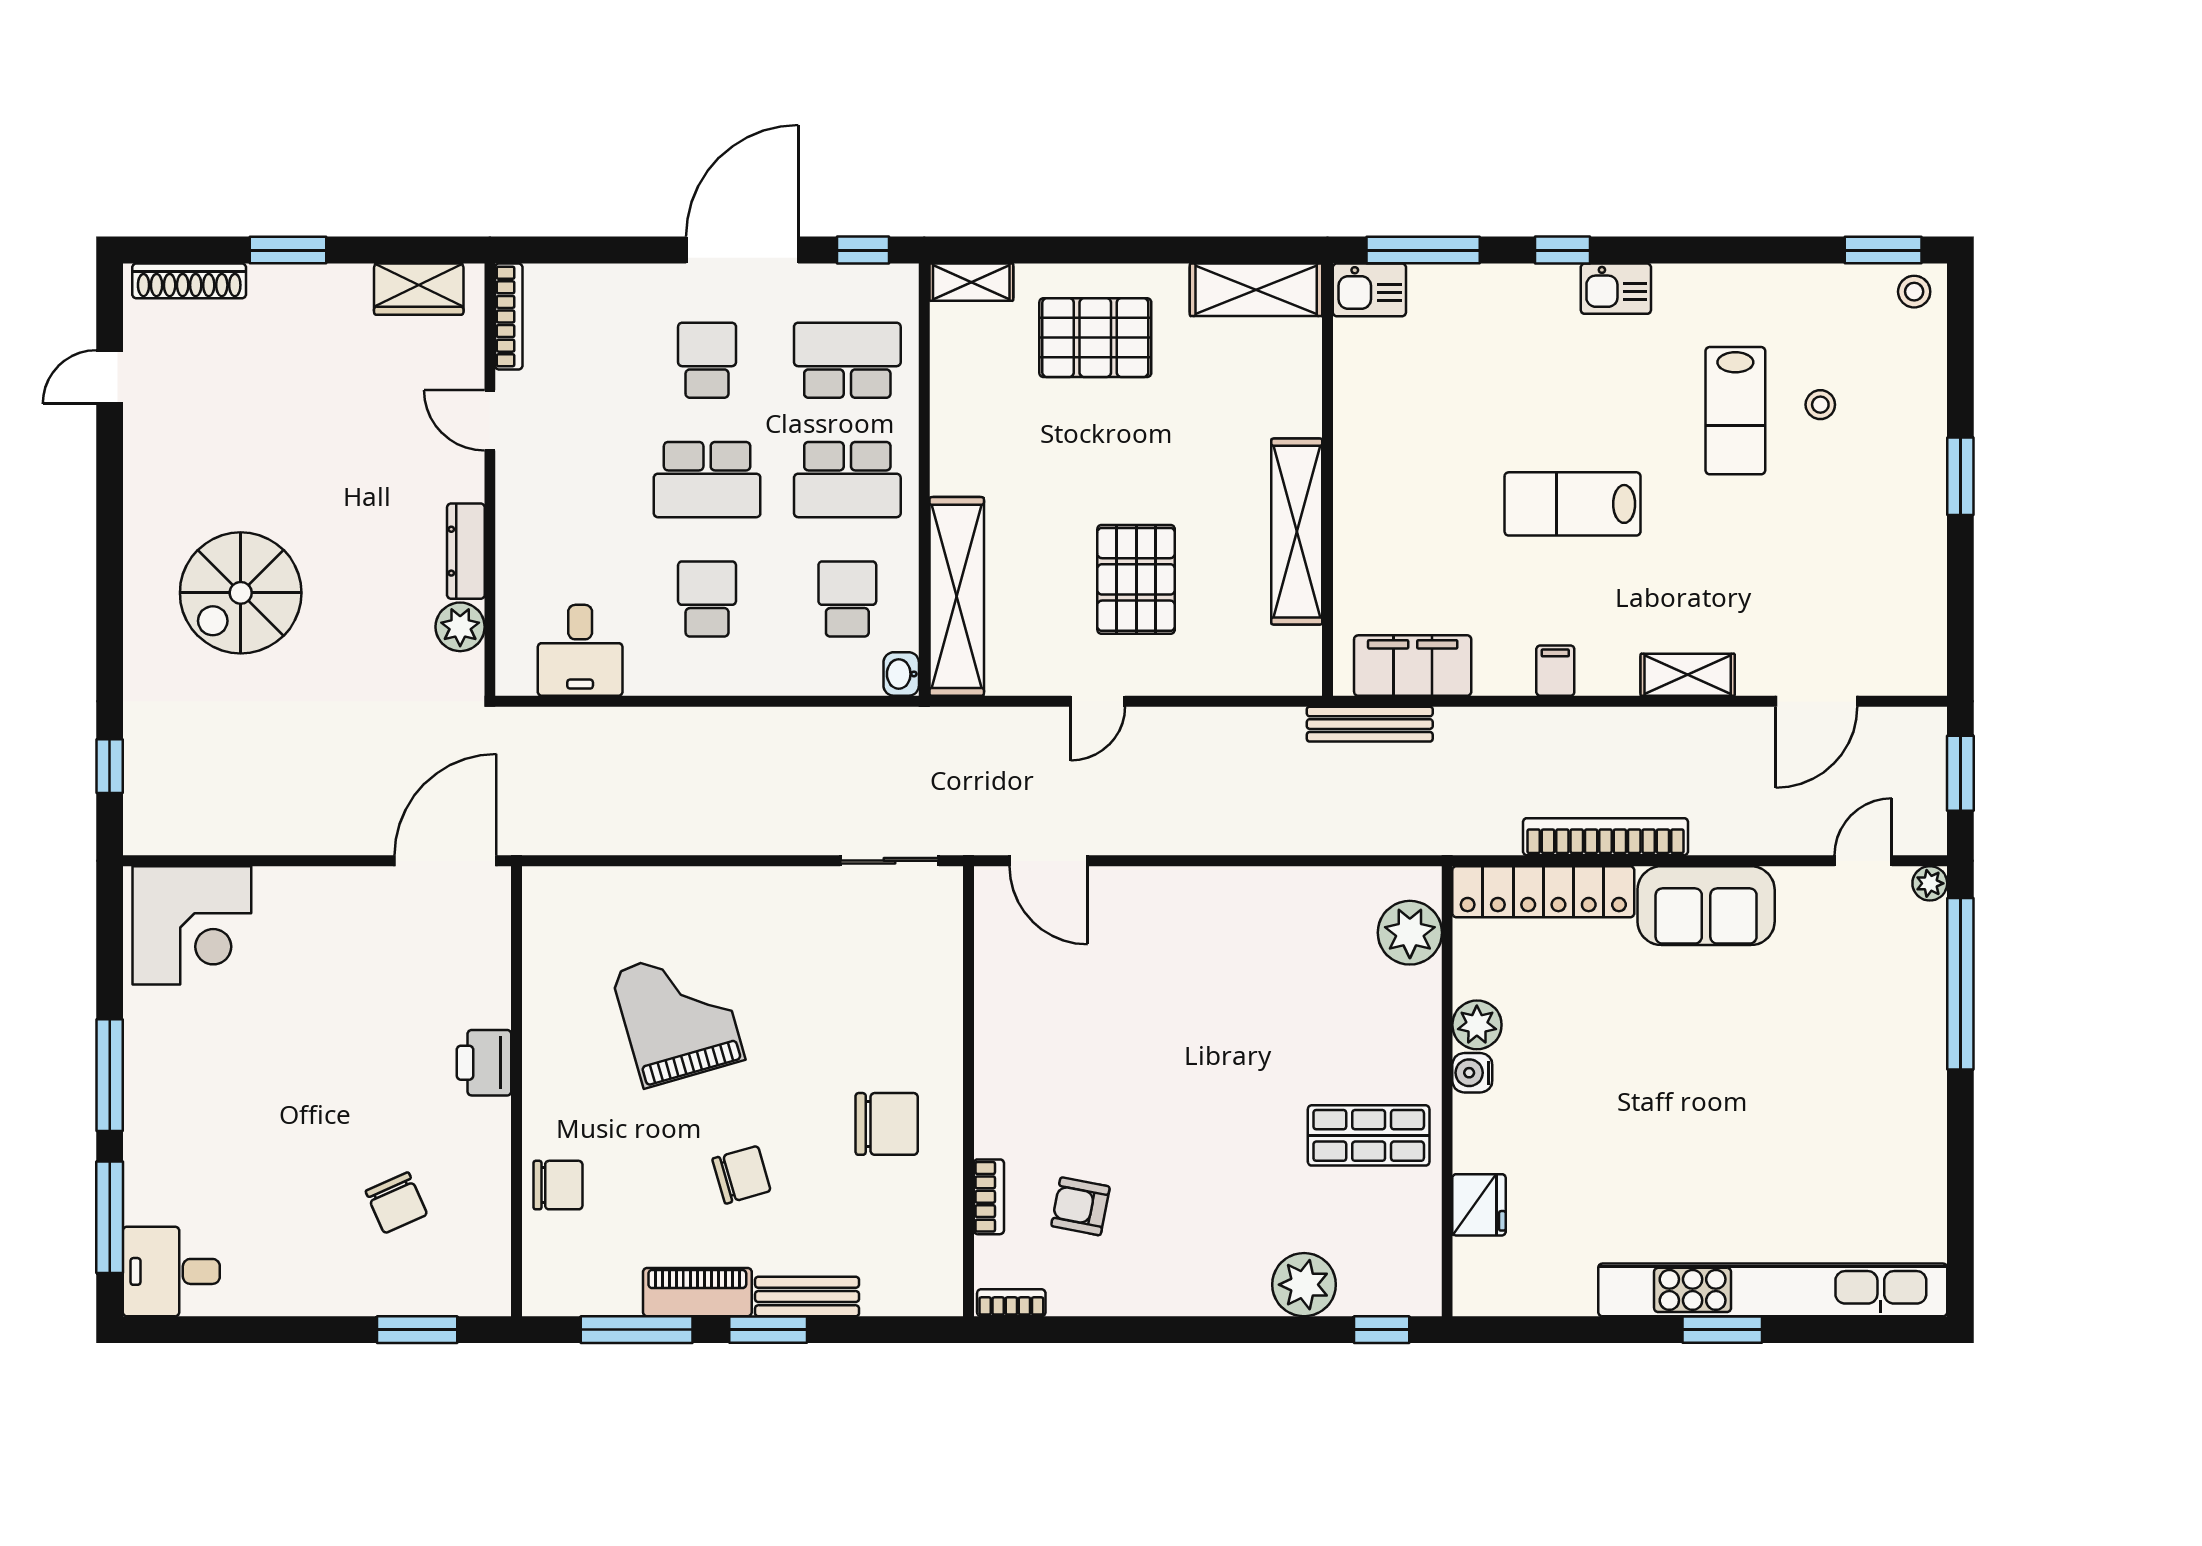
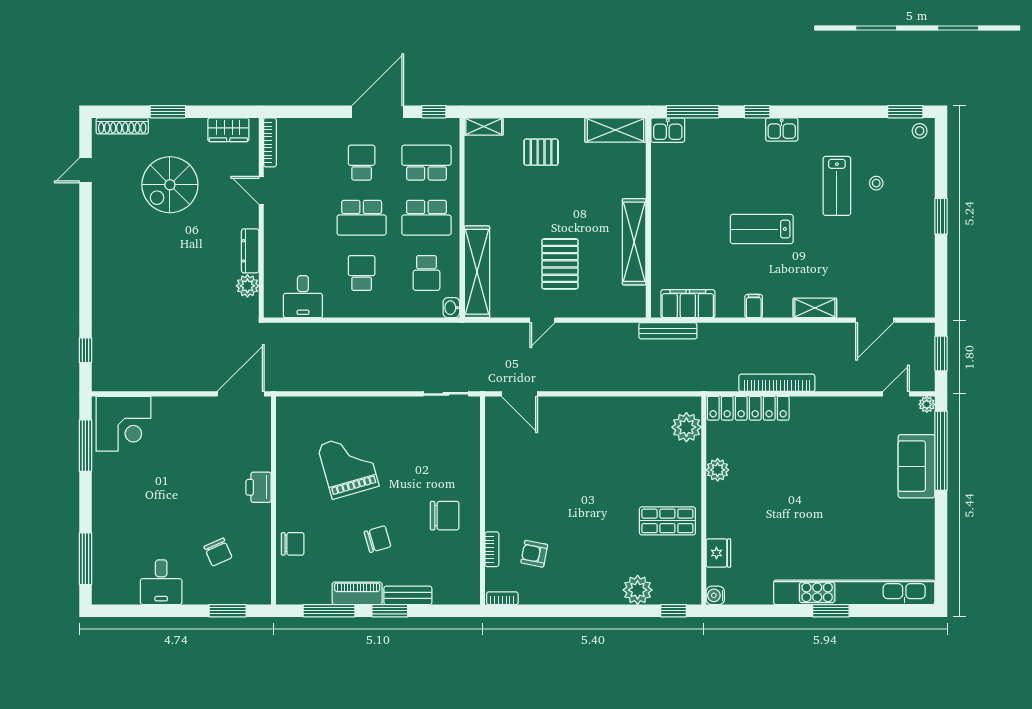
pallet: (1095, 338) -> (541, 152), width x0.67, depth x0.71
spiral stairs: (241, 593) -> (170, 185), moved
school desk: (847, 599) -> (426, 273), turned 180
sofa: (1706, 906) -> (917, 466), moved, turned 90
water cooler: (1472, 1073) -> (715, 595), moved
window: (110, 1075) -> (85, 446), moved
desk: (171, 1271) -> (161, 582), moved, turned -90

